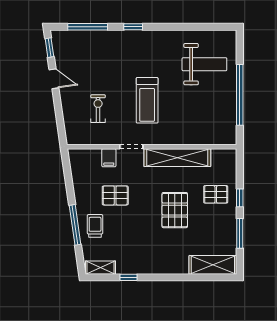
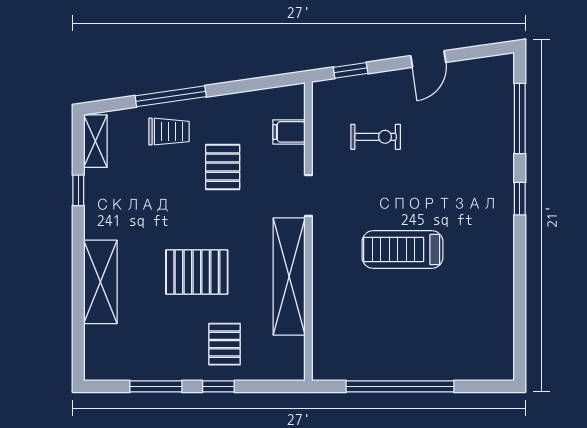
window: (49, 48) -> (351, 70), moved
weight bench: (204, 64) -> (454, 324), removed
treadmill: (147, 100) -> (402, 250), moved
filing cabinet: (109, 158) -> (289, 132), moved
shelving: (213, 265) -> (100, 282), moved

